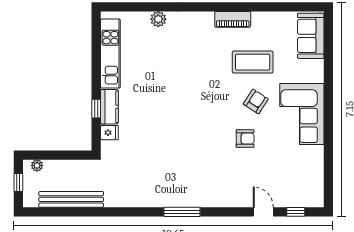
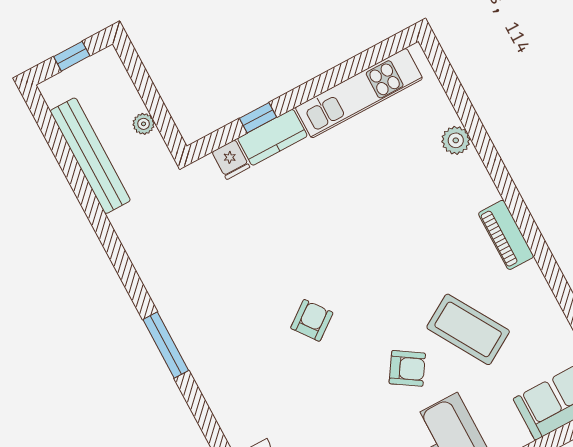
piano: (233, 19) -> (506, 235), moved
coffee table: (253, 62) -> (468, 329), turned -31
armchair: (245, 139) -> (312, 320), moved, turned -127
plant: (37, 165) -> (144, 124), moved

